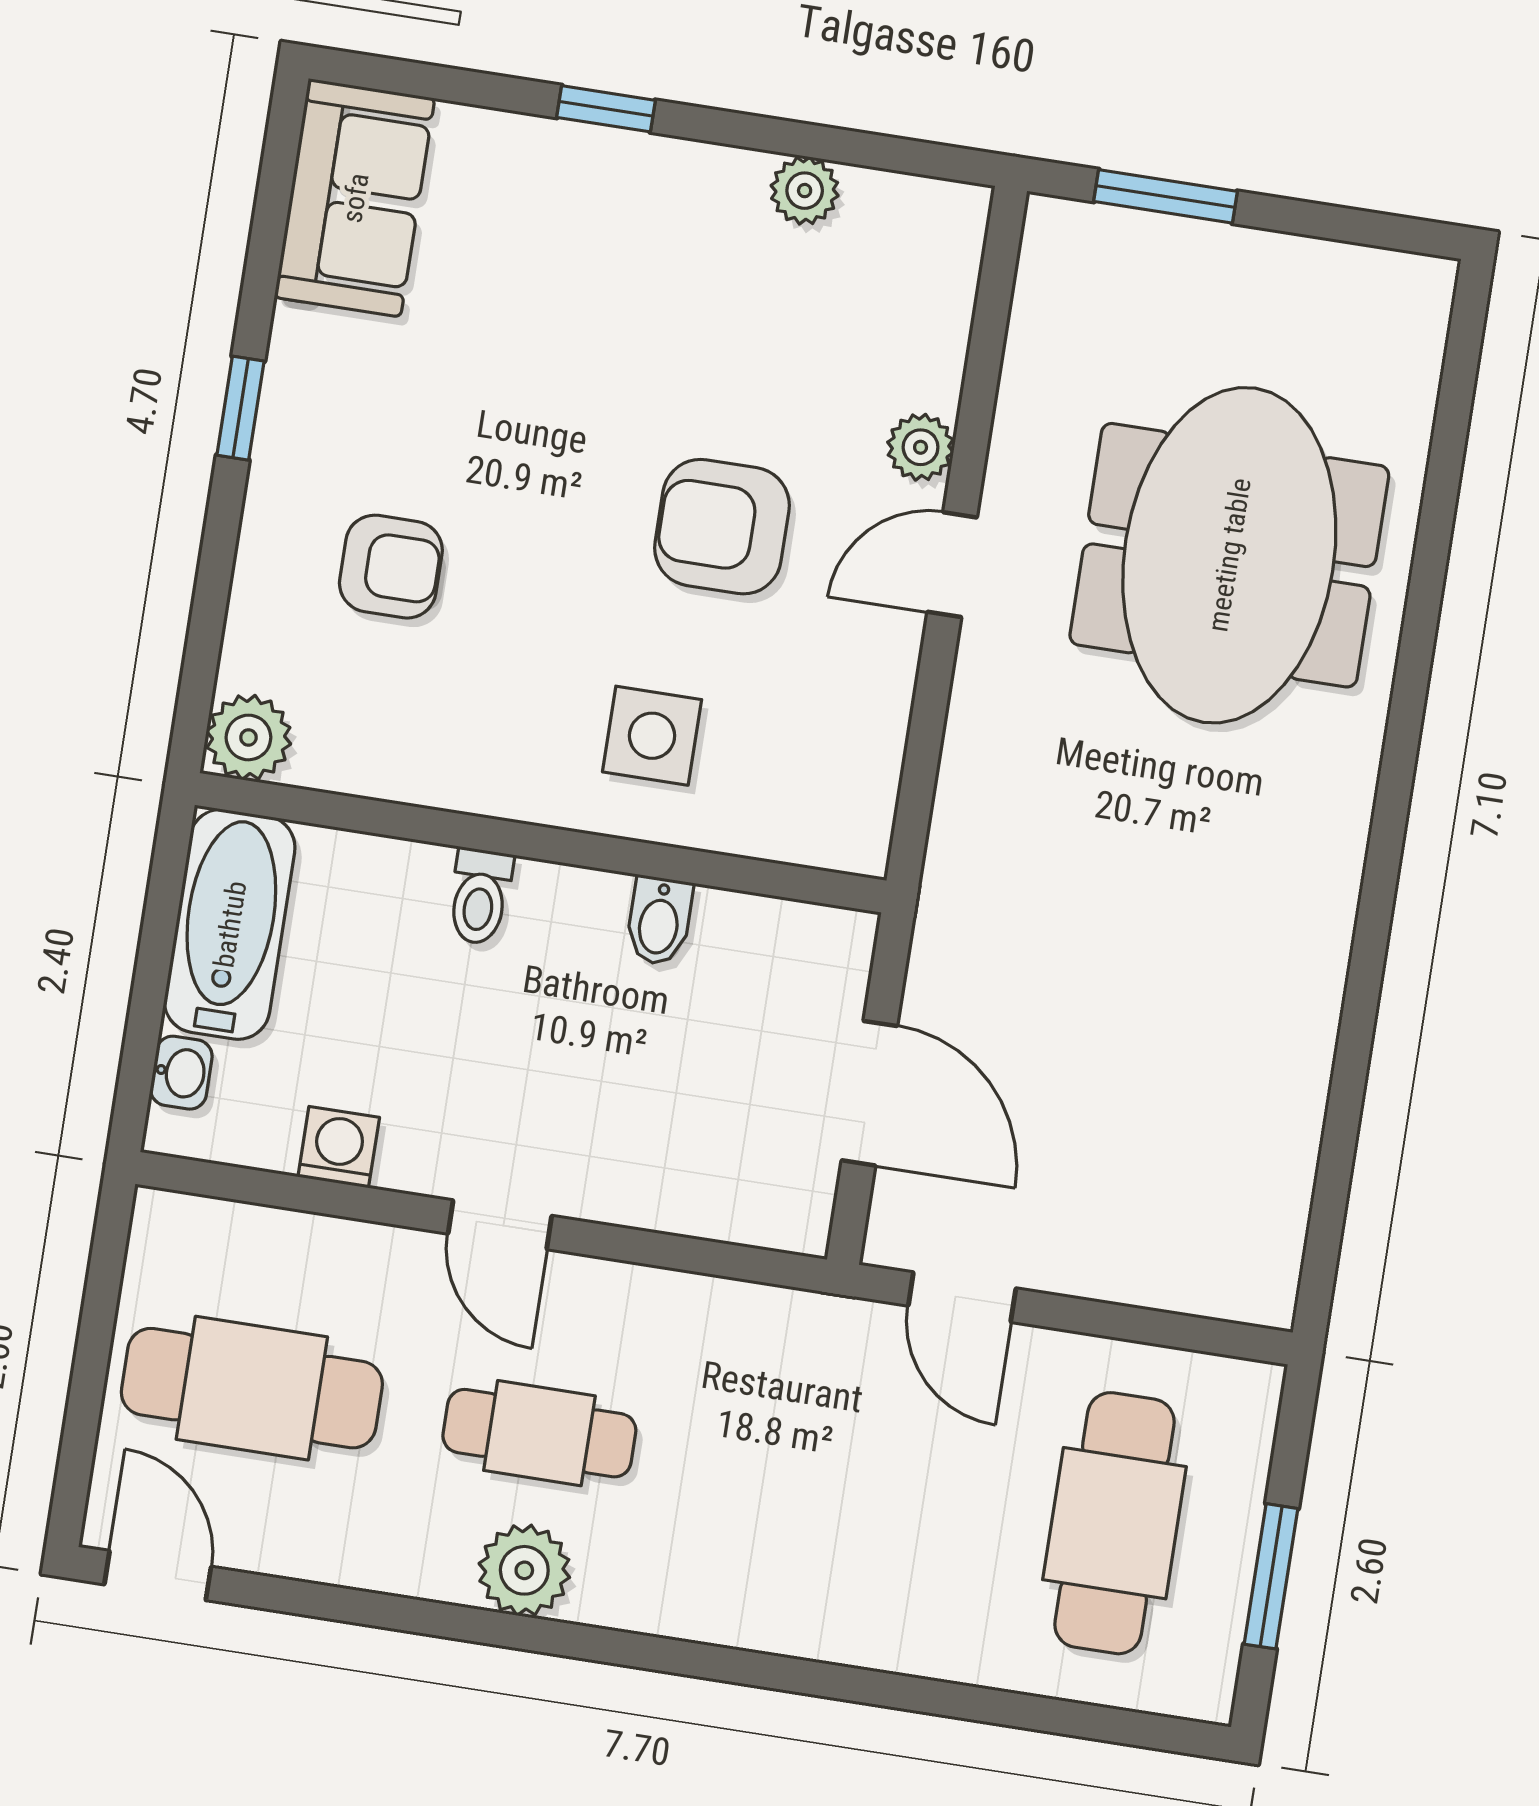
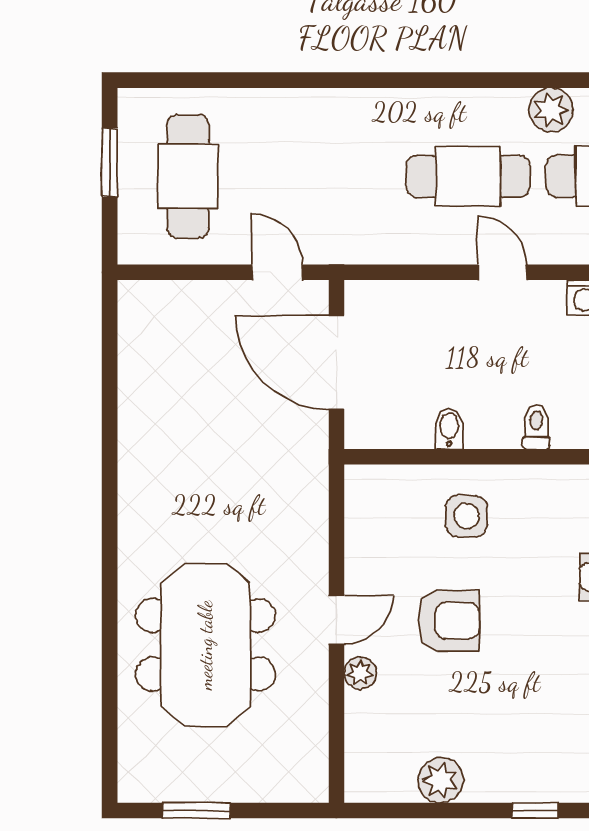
plant: (805, 191) -> (441, 780), width x1.38, depth x1.38
window: (1166, 196) -> (196, 810), moved
door: (869, 1093) -> (336, 362), width x1.36
cafe table: (539, 1433) -> (468, 176), width x1.37, depth x1.35
plant: (524, 1570) -> (551, 110), moved

